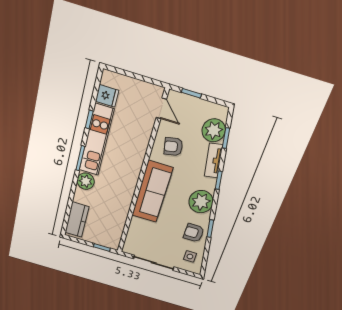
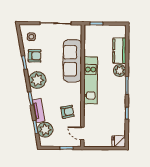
fridge: (107, 96) -> (119, 141), moved
kitchen unit: (96, 140) -> (91, 80), moved, turned 180
sofa: (152, 192) -> (72, 61), moved
kitchen counter: (77, 220) -> (119, 51), moved

